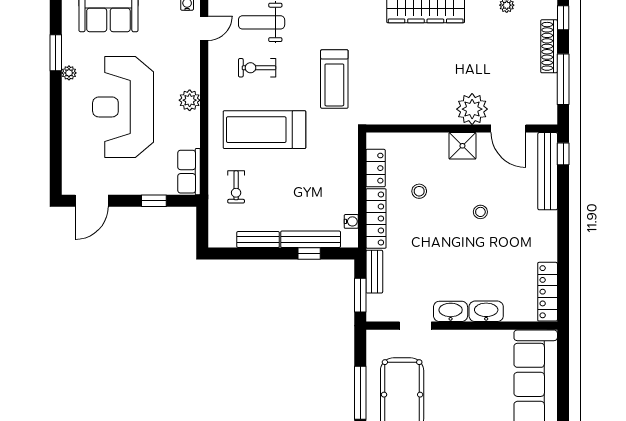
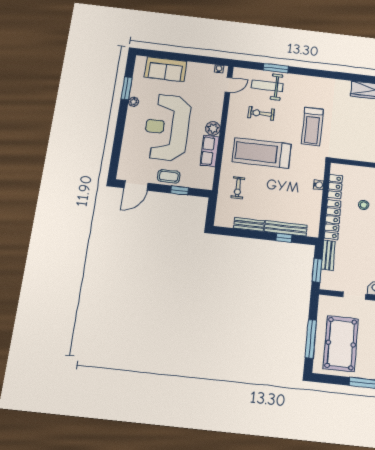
row of seats: (189, 172) -> (210, 151), moved
coffee table: (136, 181) -> (169, 176), added
water cooler: (351, 221) -> (318, 185), moved

